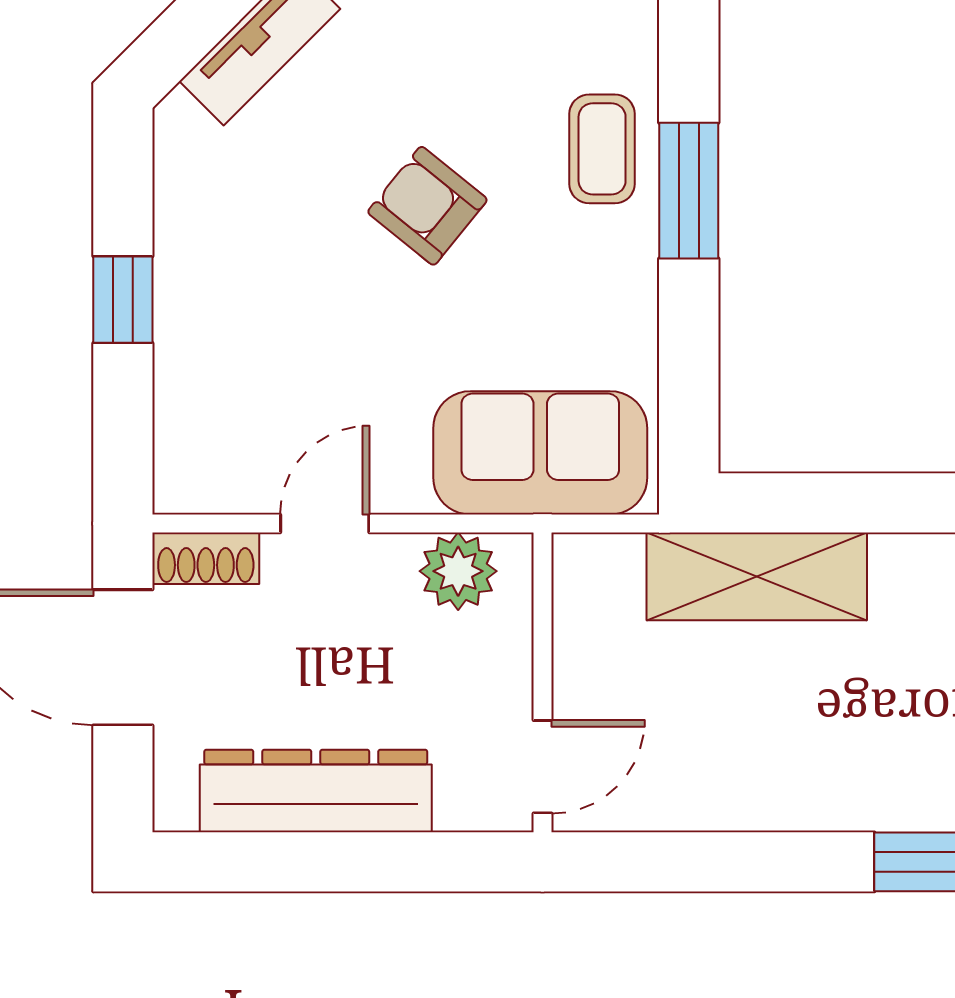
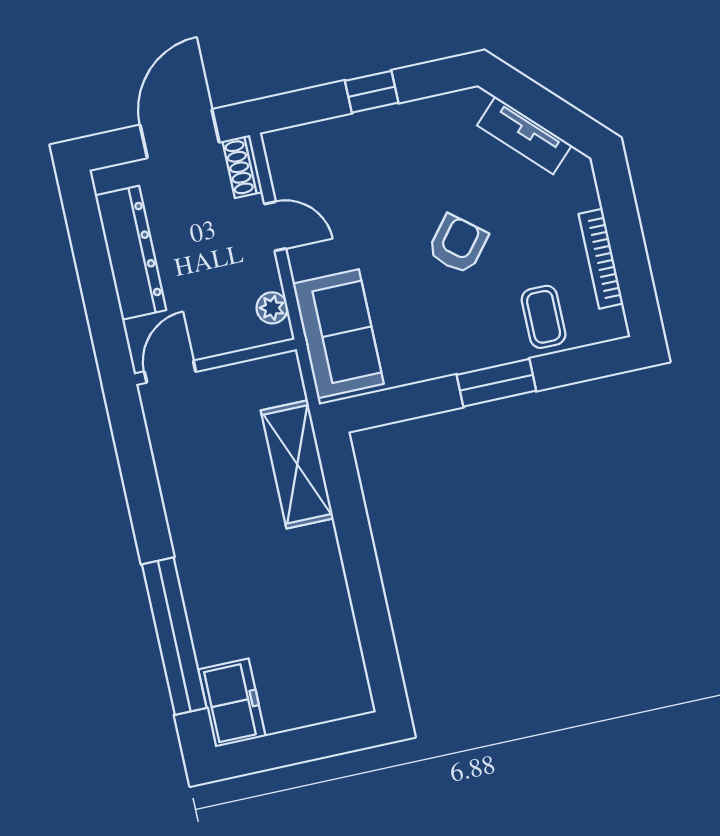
coffee table: (602, 149) -> (544, 317), moved, turned 90
plant: (458, 571) -> (272, 308), width x0.73, depth x0.73
door: (543, 767) -> (170, 372), swing flipped

